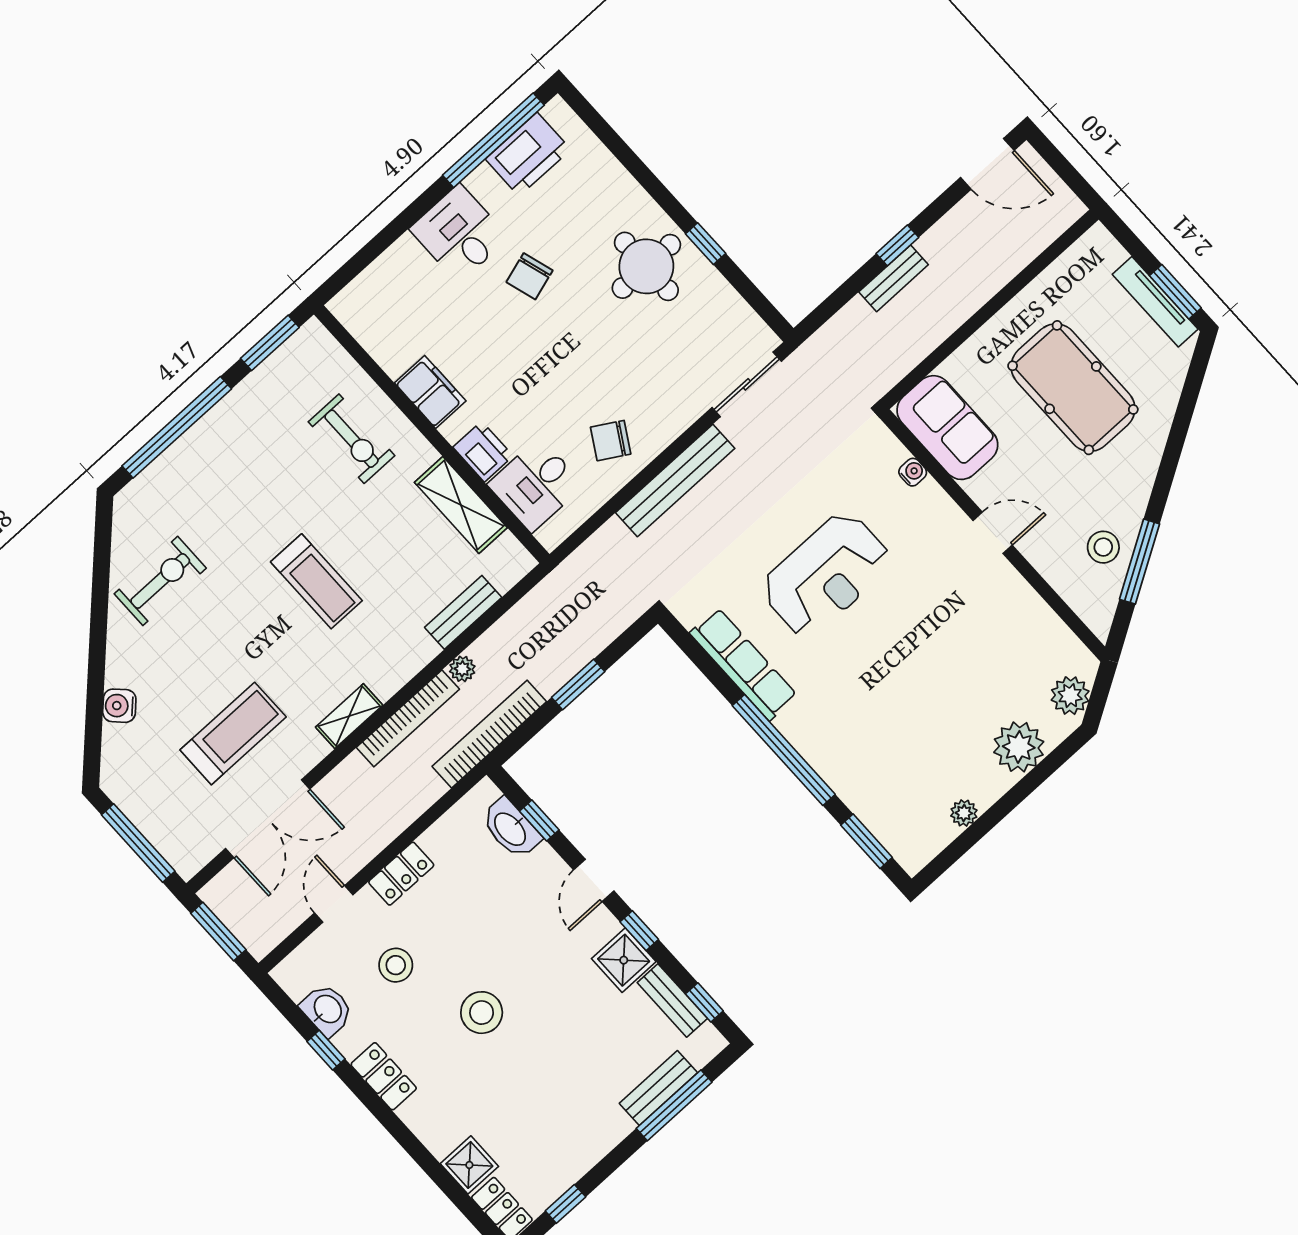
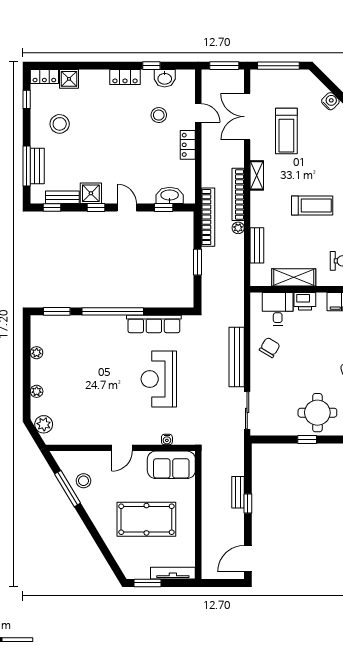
tv unit: (1155, 302) -> (173, 573), moved
treadmill: (316, 581) -> (312, 205), turned 180
plant: (1019, 747) -> (37, 391), width x0.53, depth x0.53
stool: (482, 1013) -> (60, 124), moved

